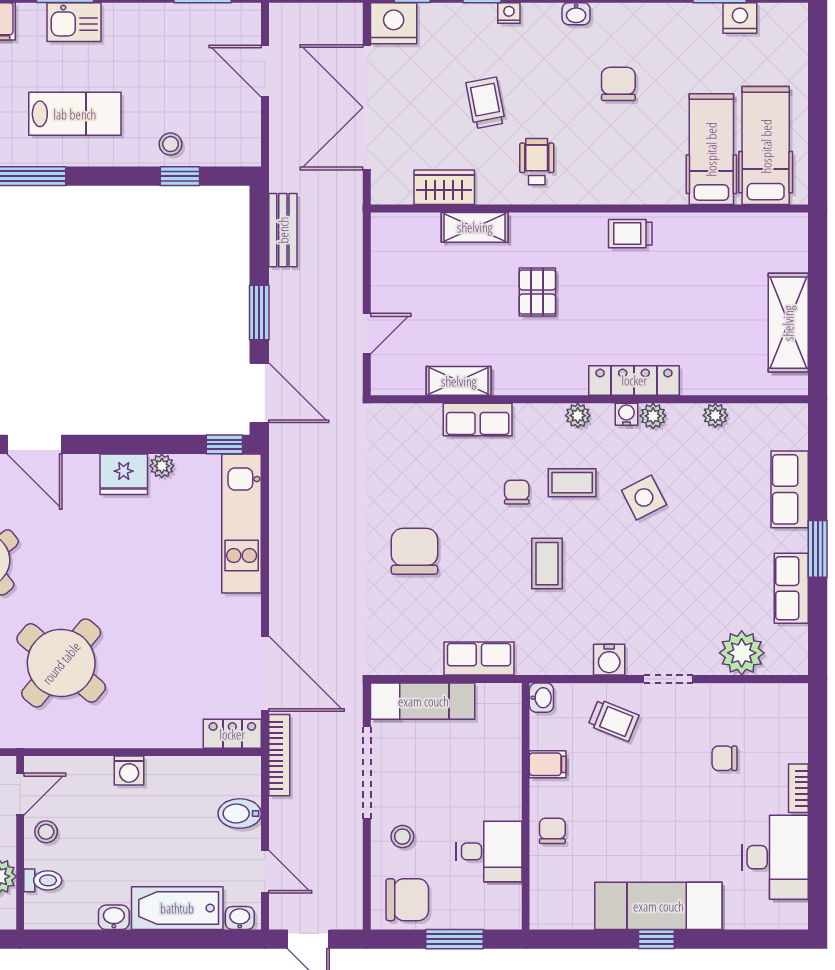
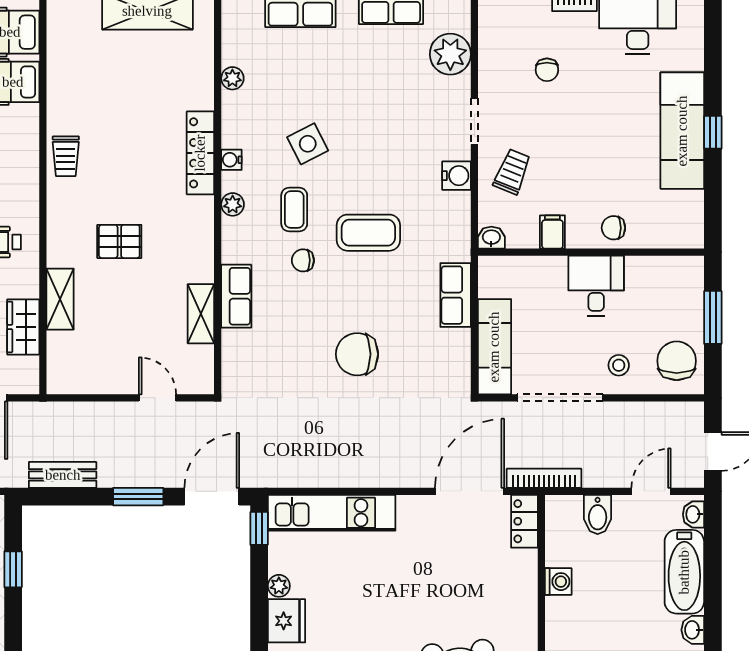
plant: (653, 416) -> (233, 135), removed
coffee table: (547, 564) -> (368, 233), width x1.36, depth x1.30
washing machine: (129, 771) -> (558, 582), moved
desk: (489, 851) -> (596, 286), moved

